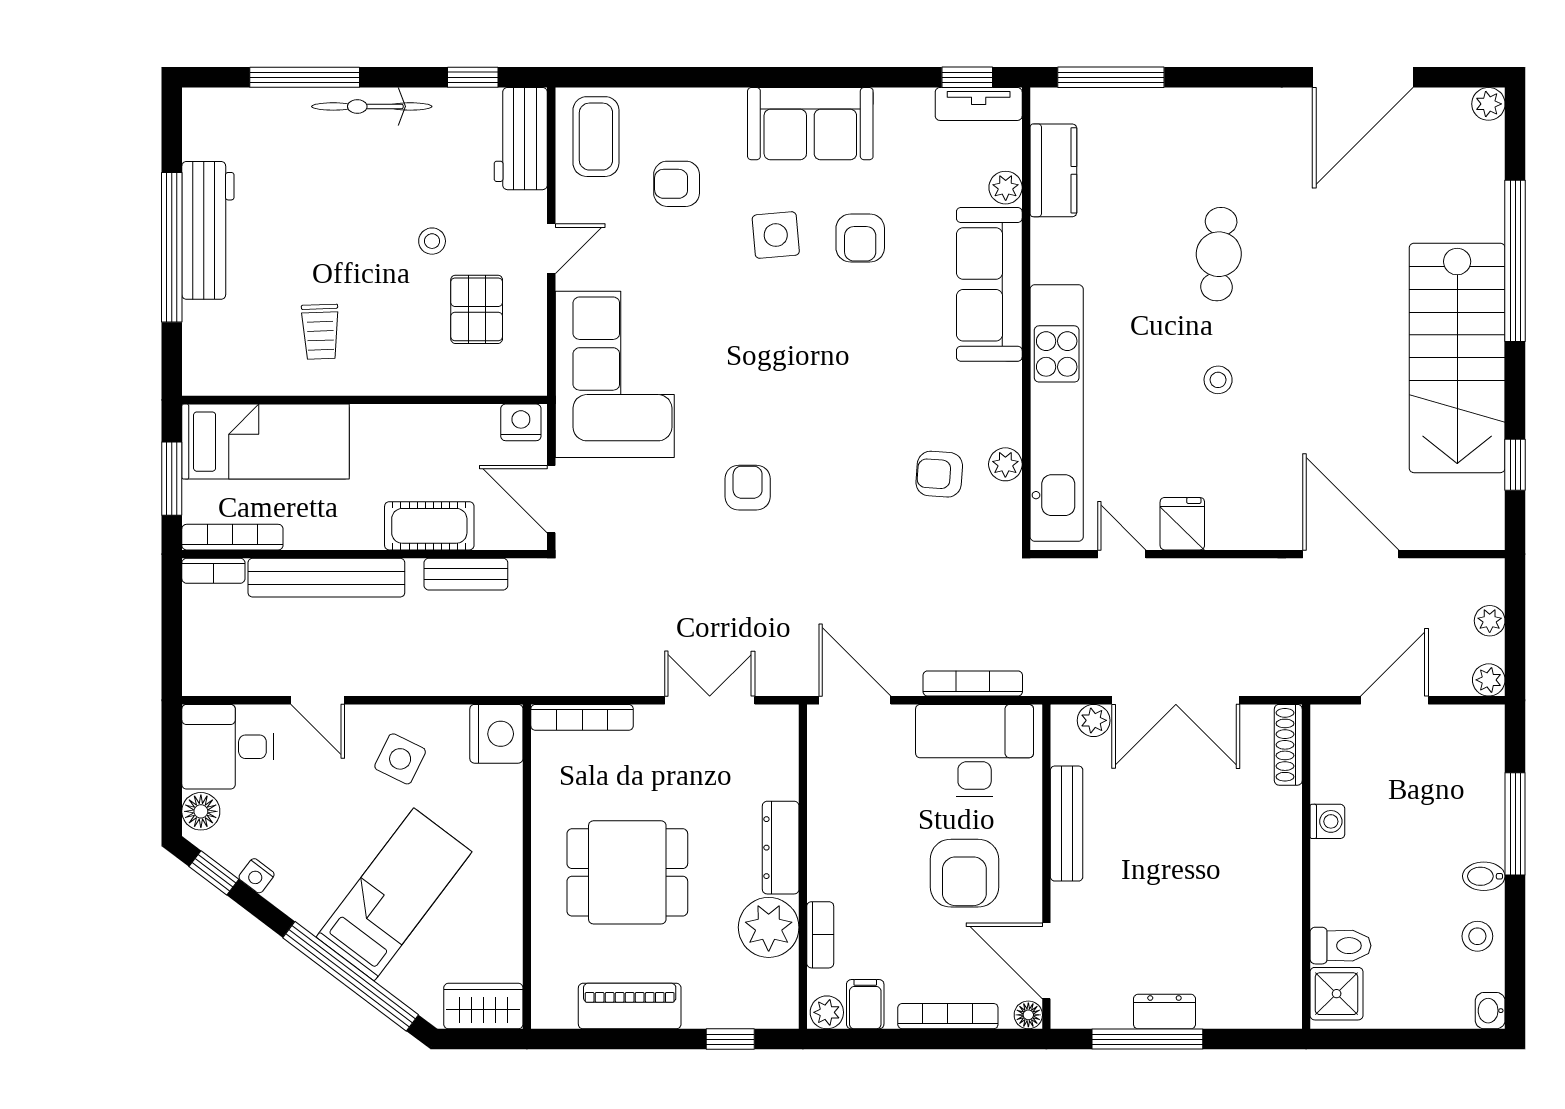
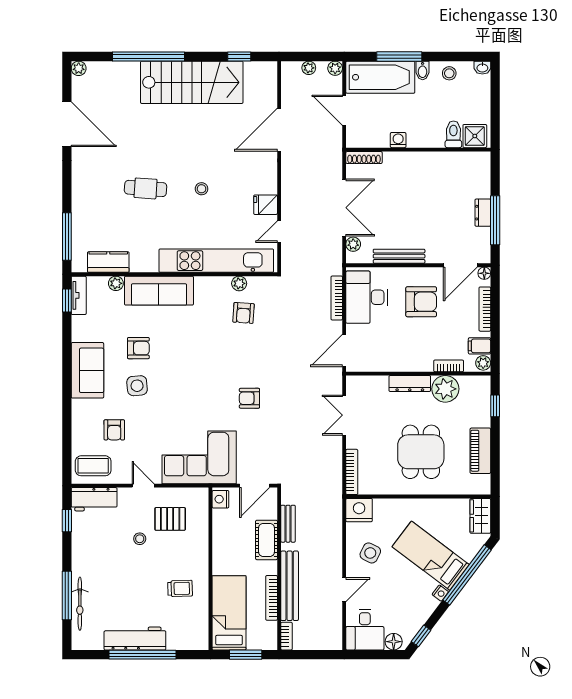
bicycle: (372, 106) -> (80, 604), moved
bookcase: (232, 537) -> (272, 598), moved
bathtub: (1469, 781) -> (380, 77), added
nightstand: (257, 876) -> (440, 593), moved

